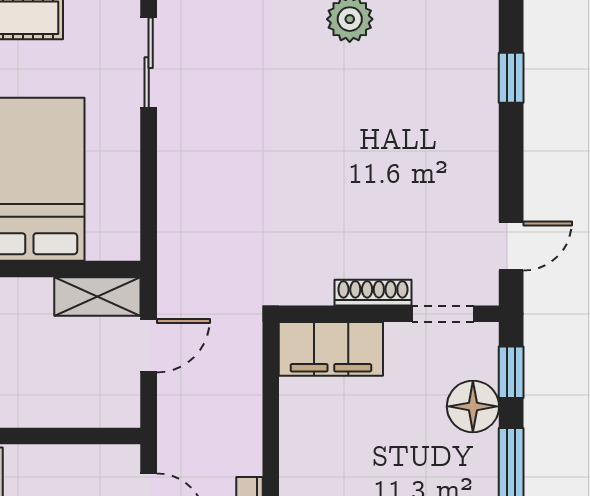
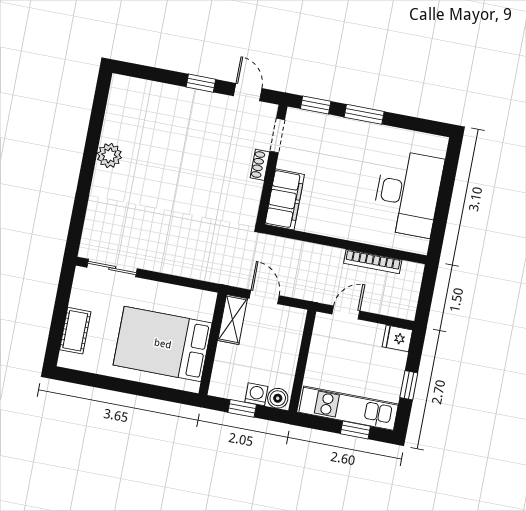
window: (511, 78) -> (201, 83), moved
shoe rack: (373, 293) -> (260, 165), width x0.70
floor lamp: (473, 406) -> (330, 129), removed

